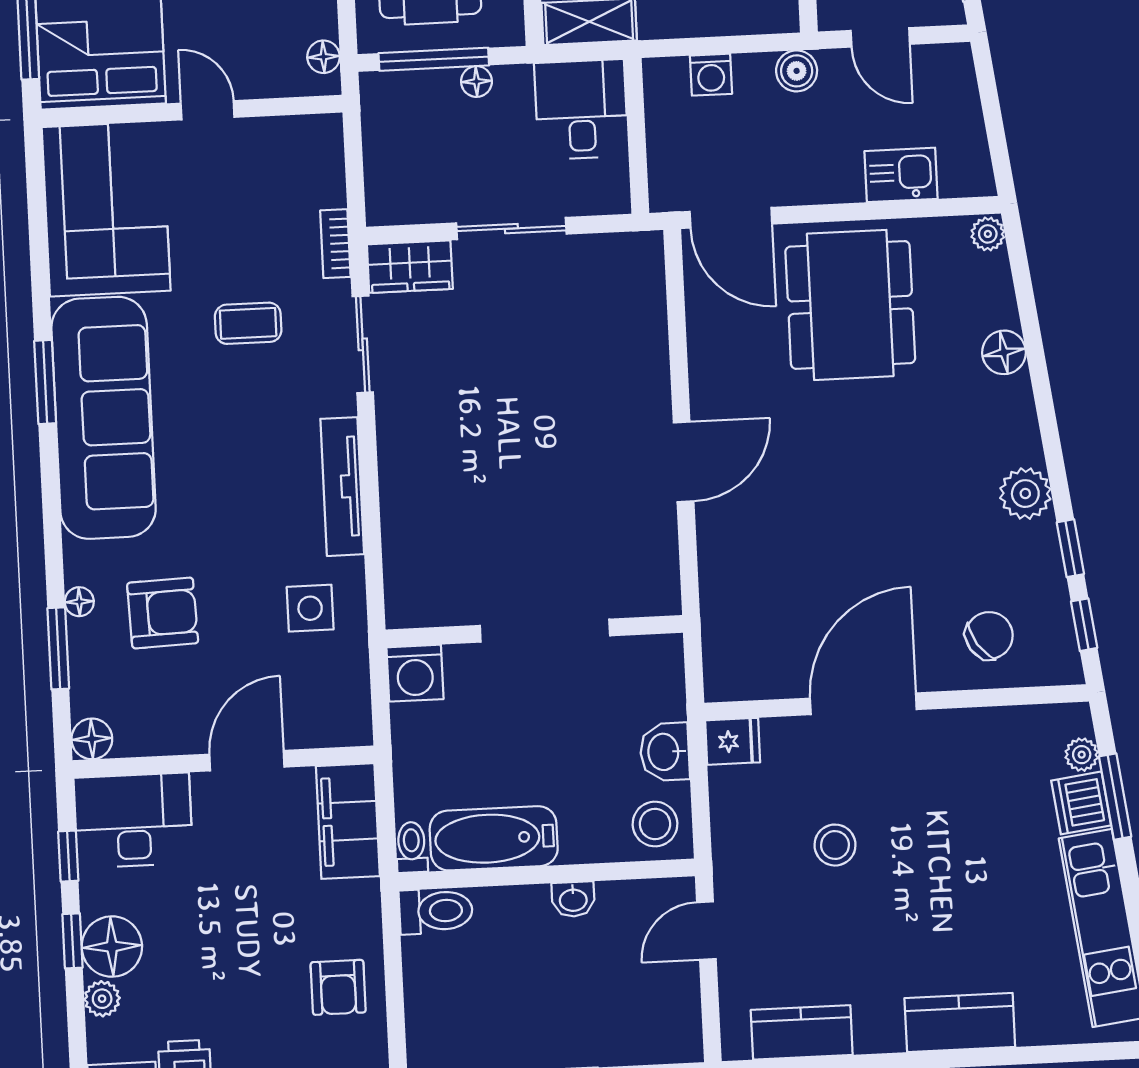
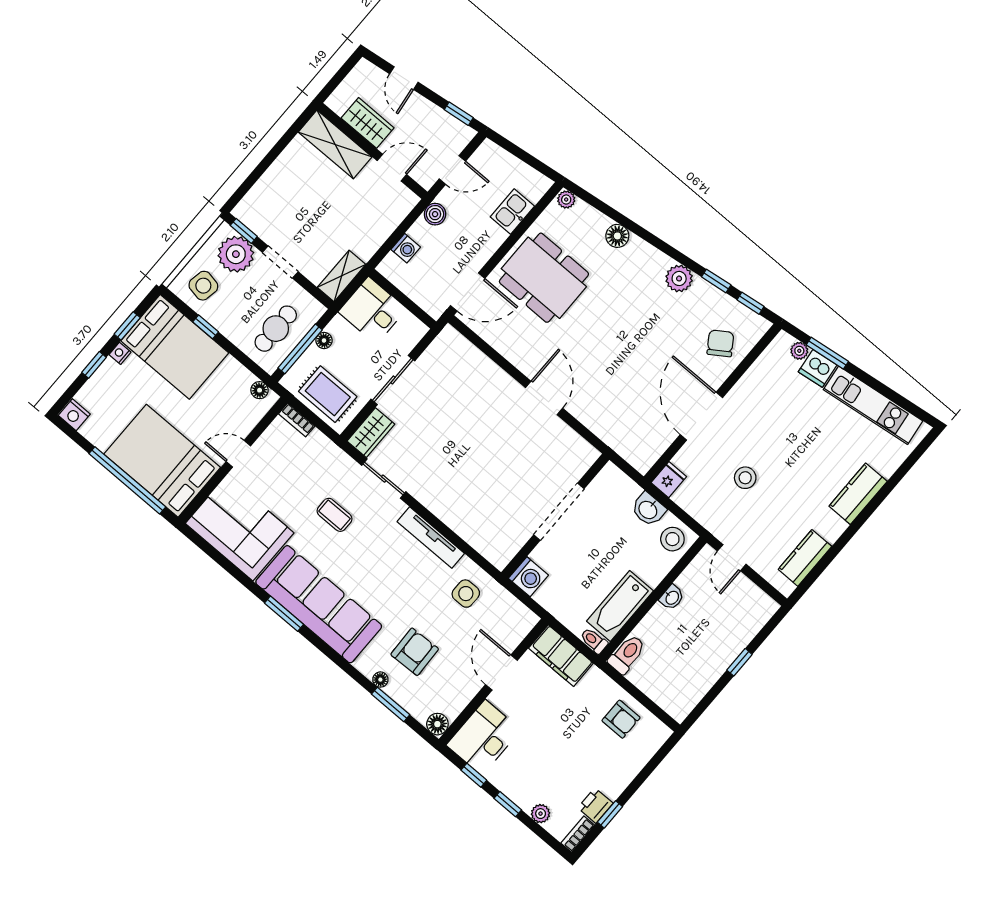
rug: (407, 156) -> (328, 394), added
bookcase: (335, 244) -> (297, 420), moved
coffee table: (248, 323) -> (334, 515), turned 90
floor lamp: (112, 947) -> (524, 791), removed

